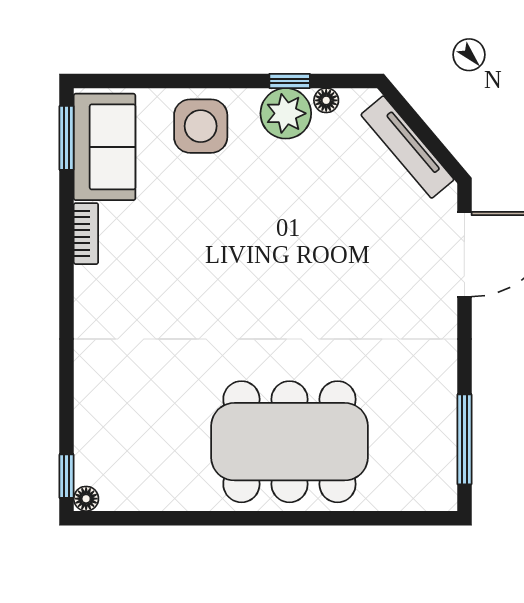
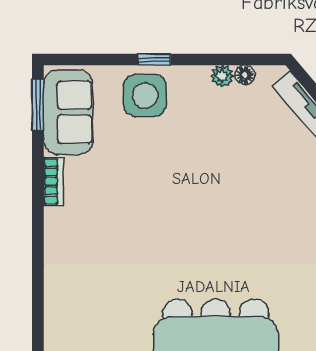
window: (290, 81) -> (154, 60), moved
plant: (286, 113) -> (222, 76), width x0.53, depth x0.53

